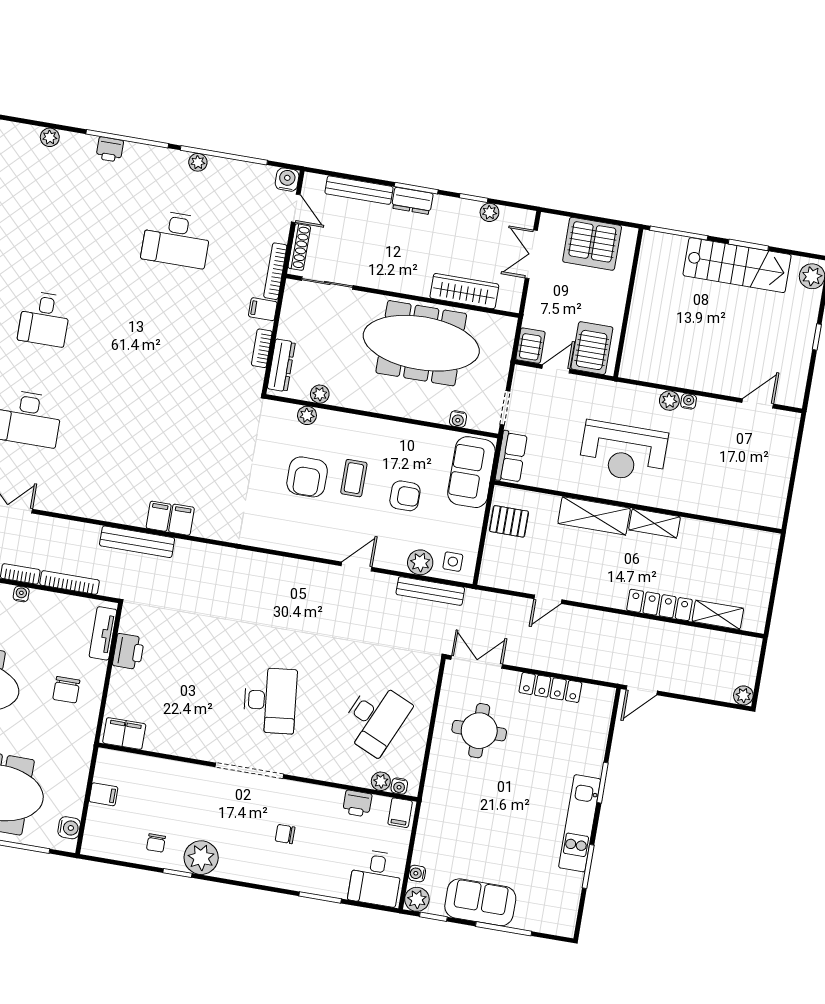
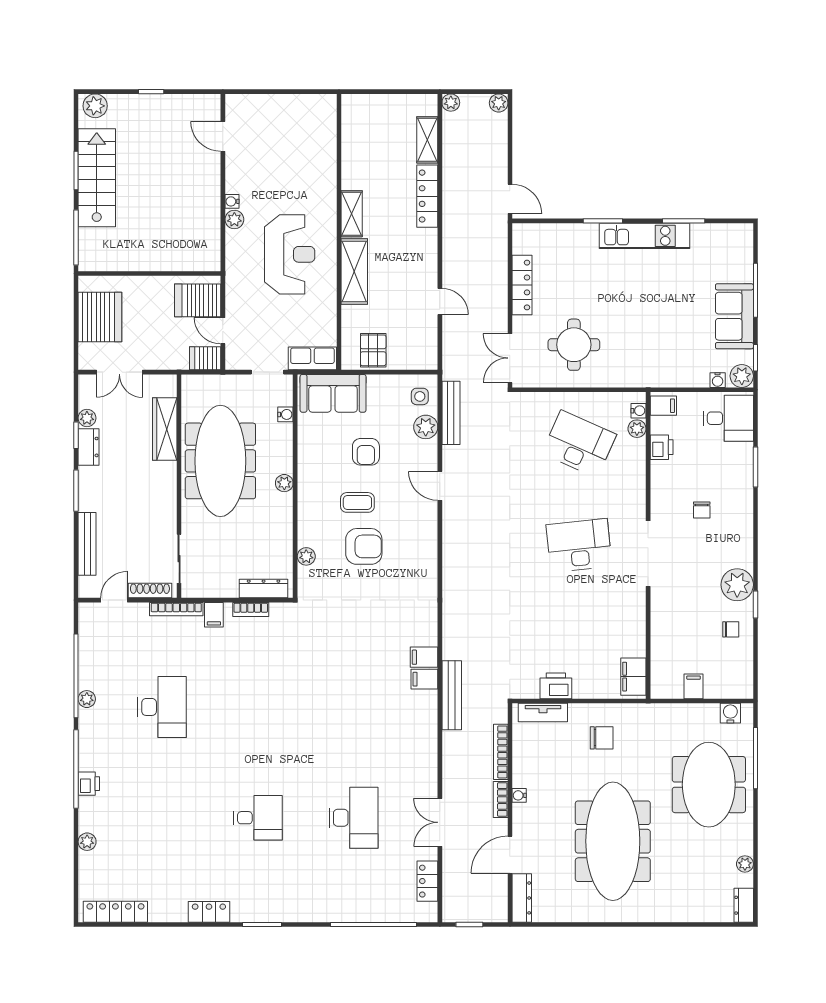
water cooler: (287, 180) -> (89, 613), removed
dresser: (412, 201) -> (89, 447), moved
plant: (320, 394) -> (284, 483), moved
armchair: (405, 496) -> (366, 452), turned 180
plant: (752, 646) -> (451, 103), added

